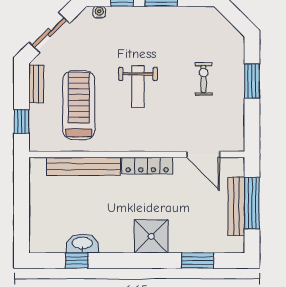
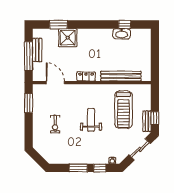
window: (252, 81) -> (29, 103), moved
window: (22, 121) -> (155, 118), moved
locker: (147, 166) -> (86, 76), width x0.66
bench: (236, 206) -> (37, 50), width x0.73
shower: (151, 236) -> (68, 38), moved

